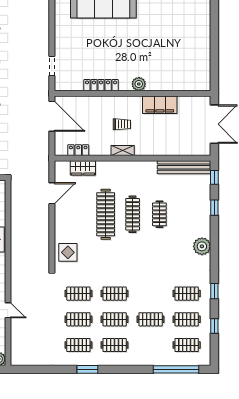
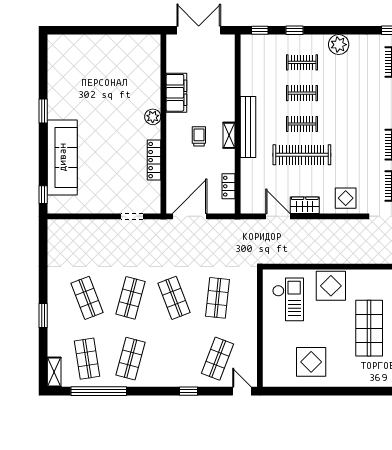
bench: (184, 167) -> (248, 127), moved
wardrobe: (83, 168) -> (305, 205), moved, turned -90
clothes rail: (133, 214) -> (302, 124), width x0.73
clothes rail: (186, 214) -> (302, 62), added

